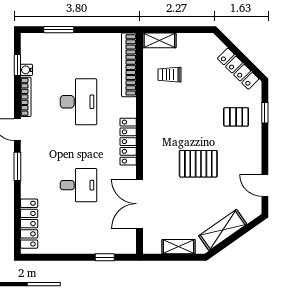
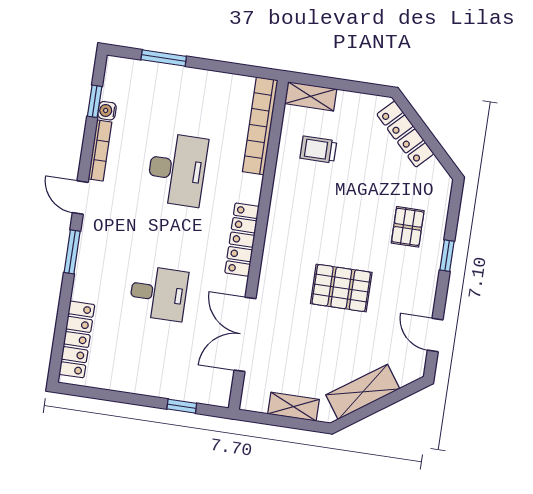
locker: (238, 69) -> (405, 134), moved
window: (265, 113) -> (447, 256), moved
pallet: (236, 117) -> (408, 227), turned 90

